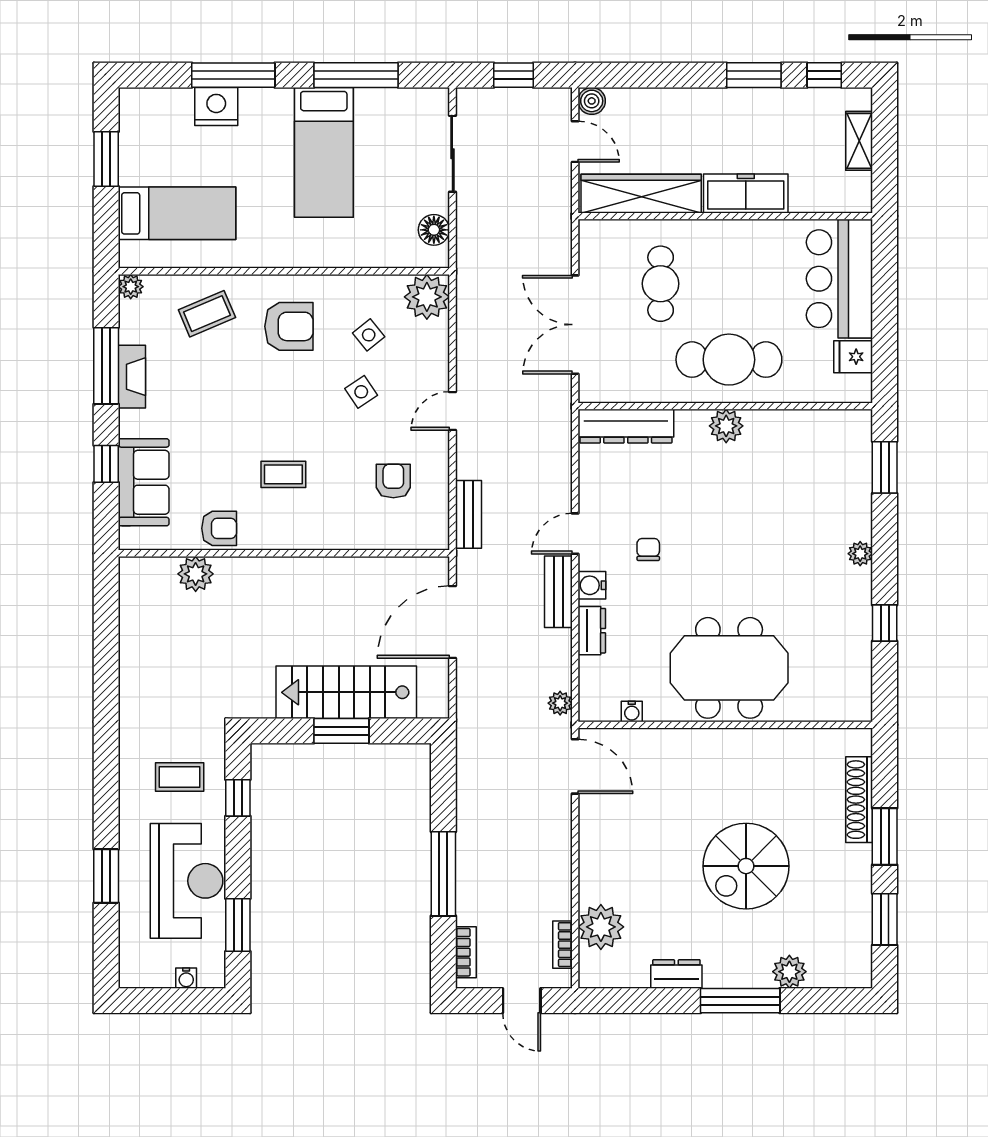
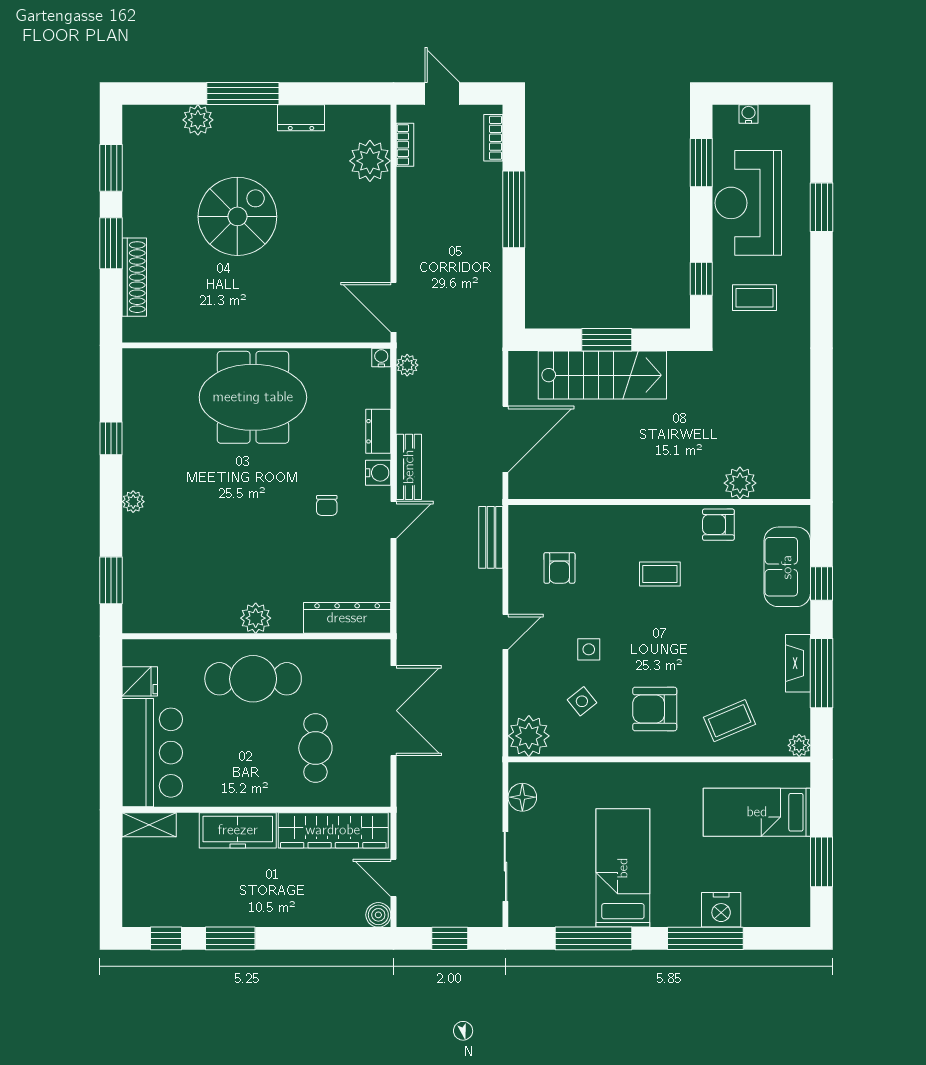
shelving: (859, 141) -> (149, 825), moved, turned 90
side table: (361, 392) -> (589, 649), turned 34
water cooler: (632, 711) -> (381, 358), moved

